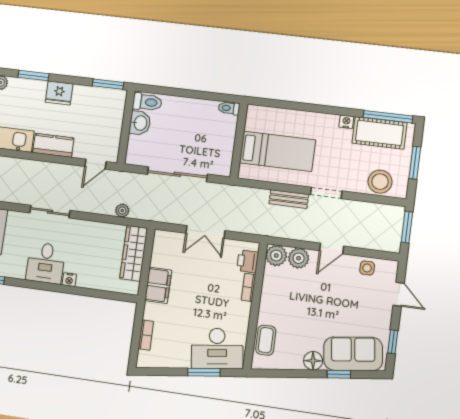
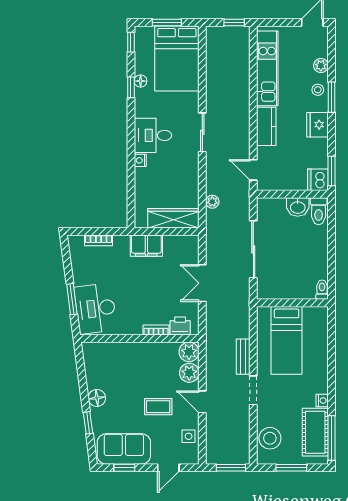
stool: (24, 88) -> (318, 90), added
dishwasher: (115, 99) -> (318, 180), added
coffee table: (266, 340) -> (158, 407), moved
sofa: (353, 354) -> (124, 449), moved, turned -83

